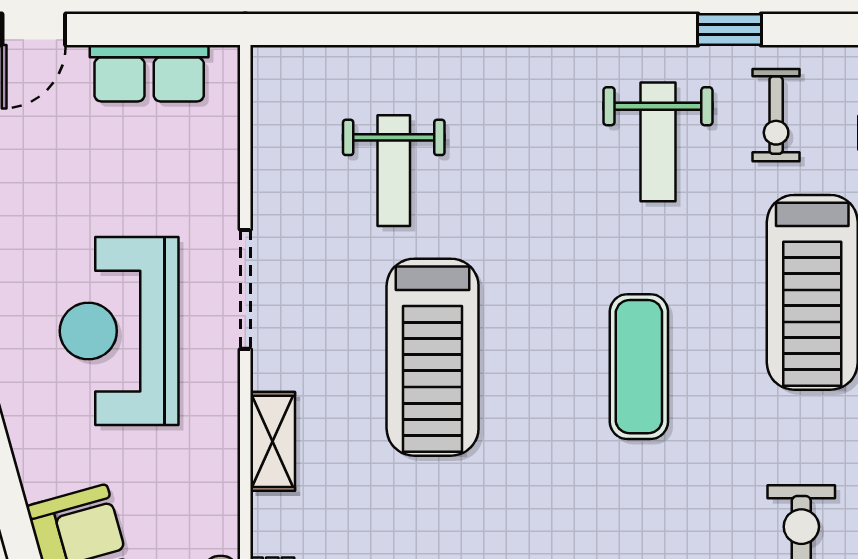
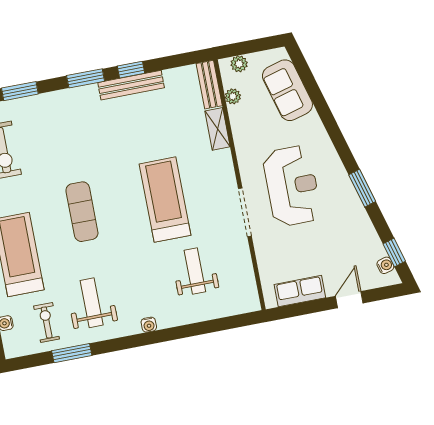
window: (729, 29) -> (72, 353), width x1.50
water cooler: (530, 62) -> (149, 325), added
shelving: (273, 441) -> (218, 129), moved

